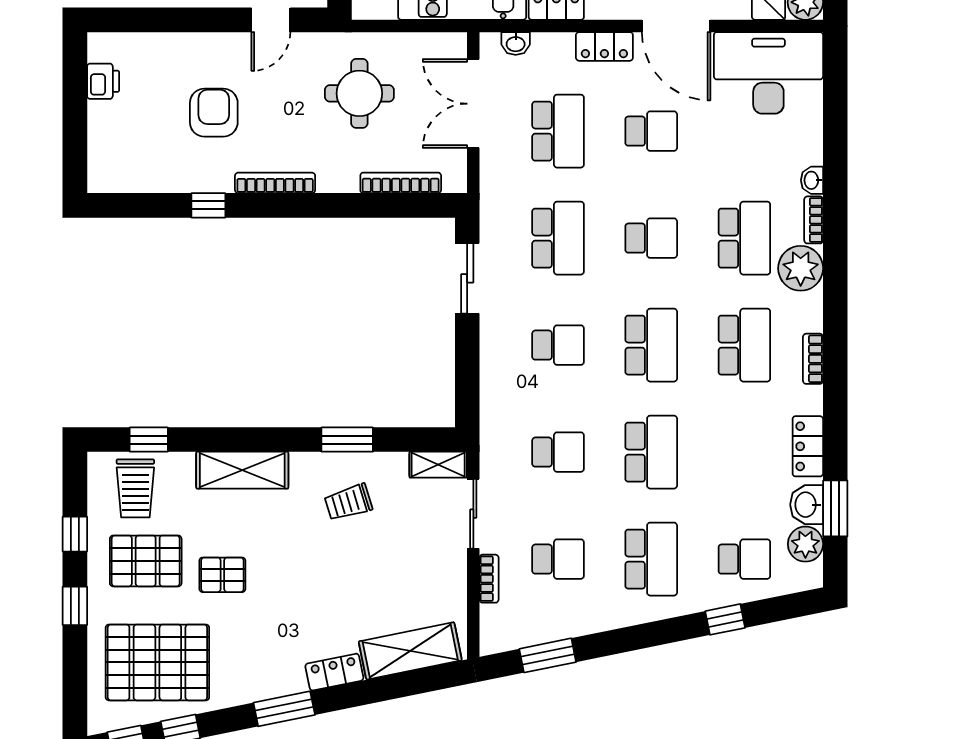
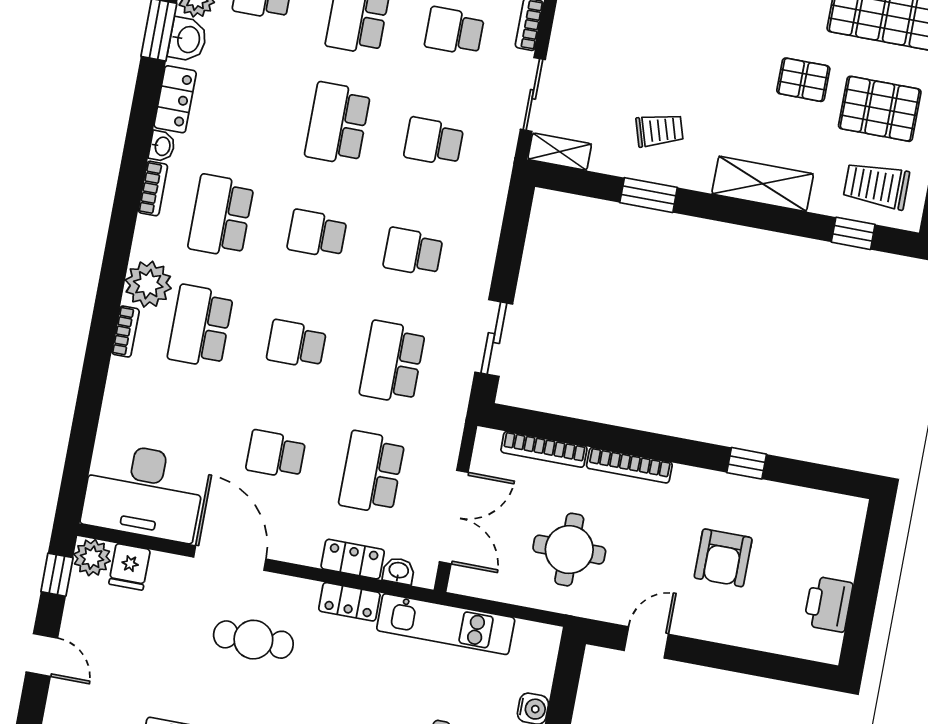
locker: (604, 46) -> (353, 559), moved
printer: (103, 81) -> (828, 604), width x1.36, depth x1.24
washbasin: (812, 180) -> (162, 146), moved
bookcase: (275, 183) -> (629, 465), moved
school desk: (651, 345) -> (317, 234), width x0.54
trolley: (135, 488) -> (876, 186), turned -90

